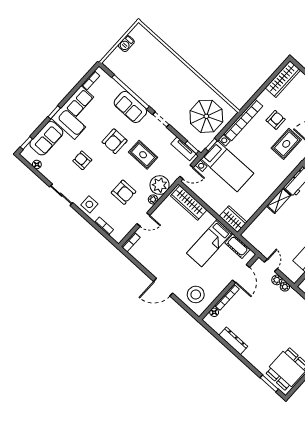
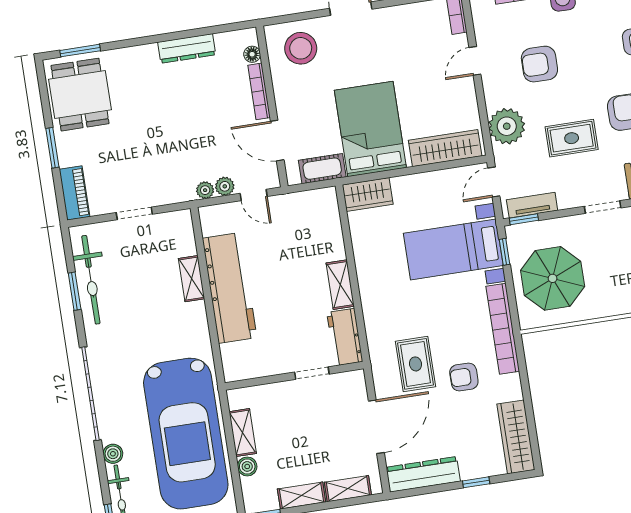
armchair: (276, 120) -> (464, 377), turned 90
plant: (153, 199) -> (493, 99), removed
bed: (209, 243) -> (370, 129), width x1.50

